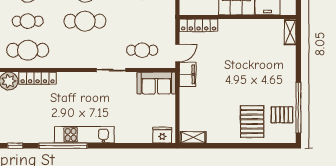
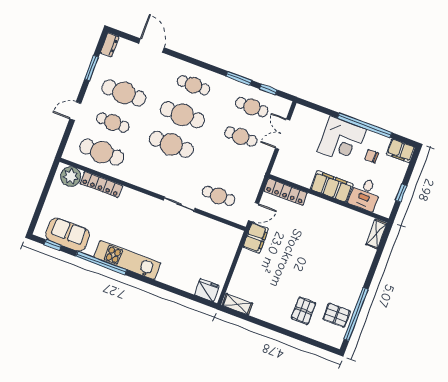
sofa: (156, 83) -> (68, 235), moved, turned 180
pallet: (252, 122) -> (303, 311), width x0.67, depth x0.71

